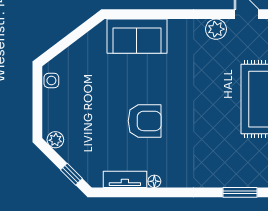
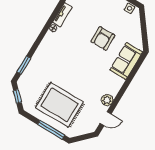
armchair: (145, 121) -> (103, 39), moved

